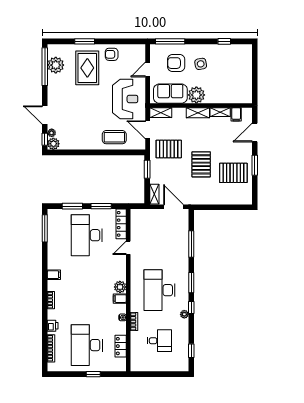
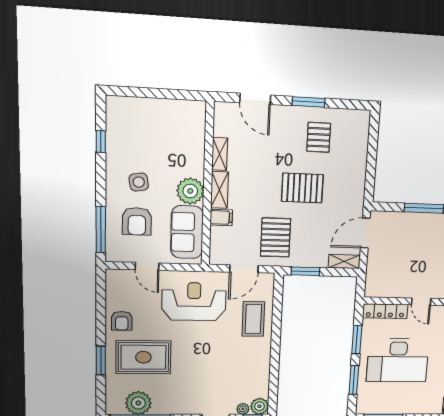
shelving: (161, 113) -> (217, 248), removed
filing cabinet: (236, 114) -> (221, 218), moved
pallet: (233, 173) -> (319, 137), width x0.67, depth x0.71

